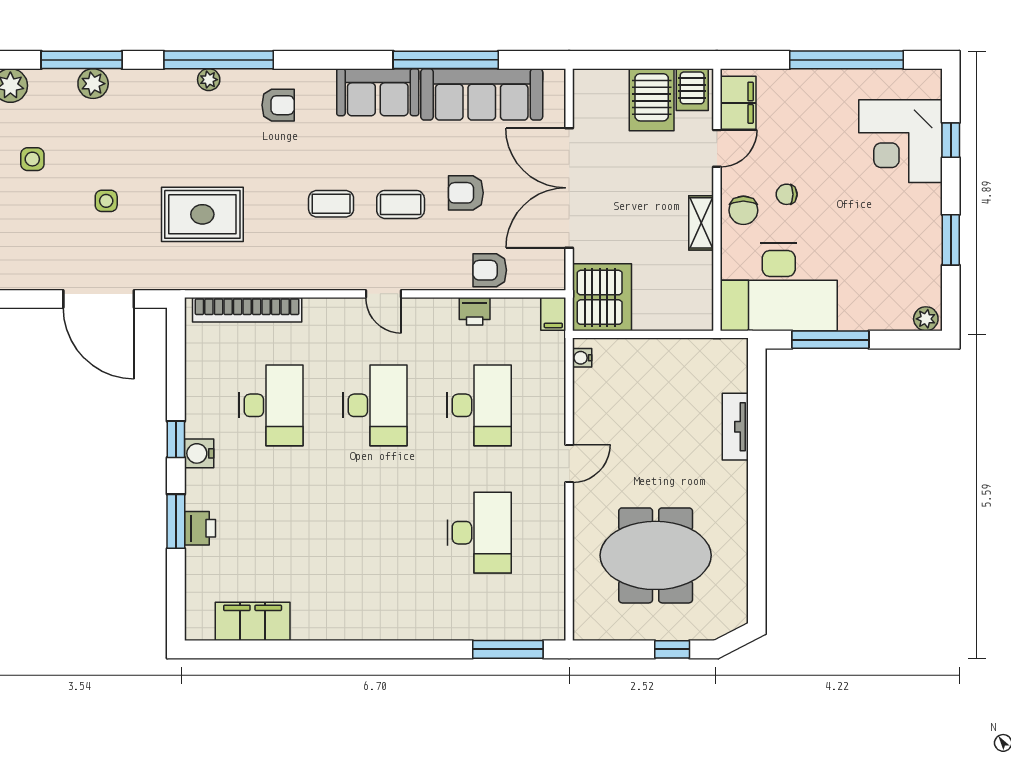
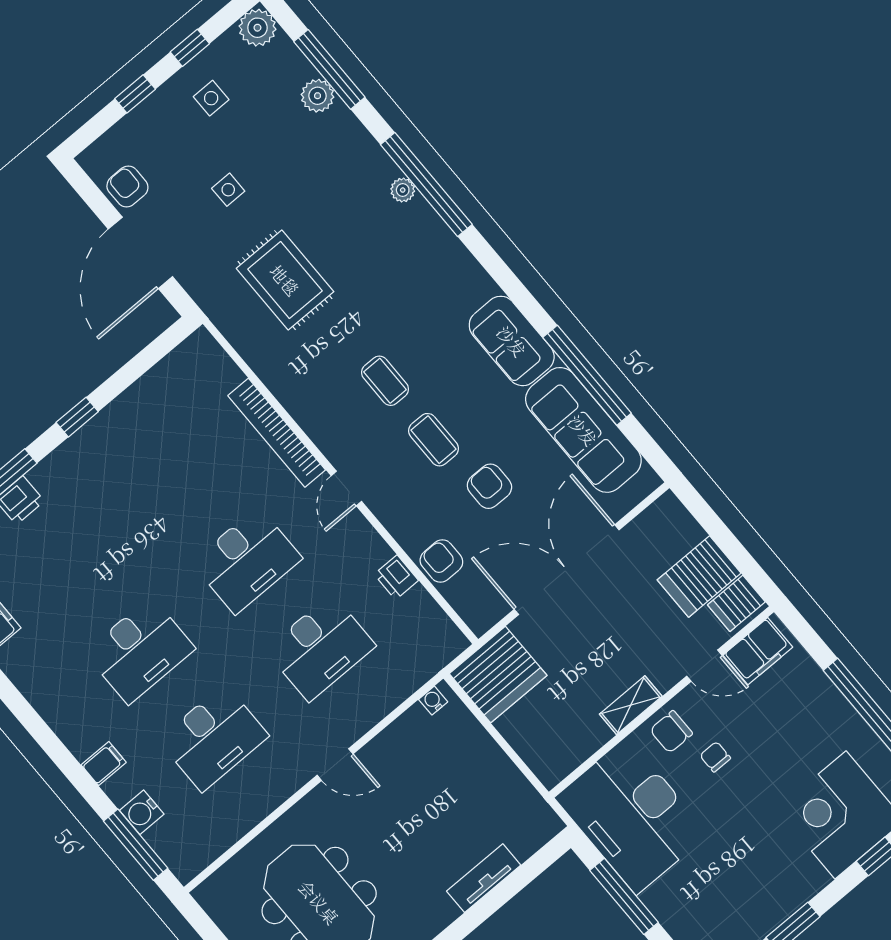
armchair: (278, 105) -> (127, 186), moved, turned 180
bookcase: (247, 310) -> (277, 433), moved
filing cabinet: (553, 314) -> (104, 764), moved, turned 180
desk: (271, 405) -> (140, 650), moved
water cooler: (199, 453) -> (142, 812), moved, turned -90

